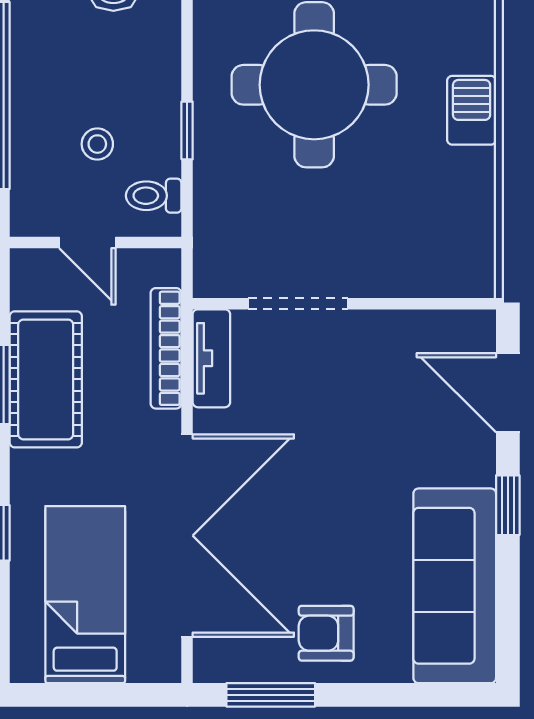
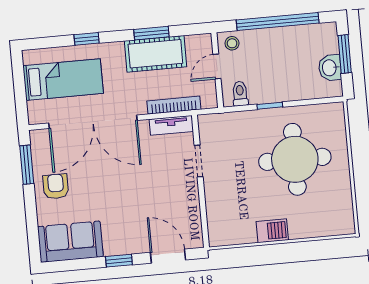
barbecue: (472, 110) -> (272, 231), moved
stool: (97, 144) -> (232, 43), moved
doorway: (298, 304) -> (199, 161), width x0.73
door: (508, 393) -> (168, 256), hinge flipped
sofa: (455, 586) -> (70, 242), width x0.73

